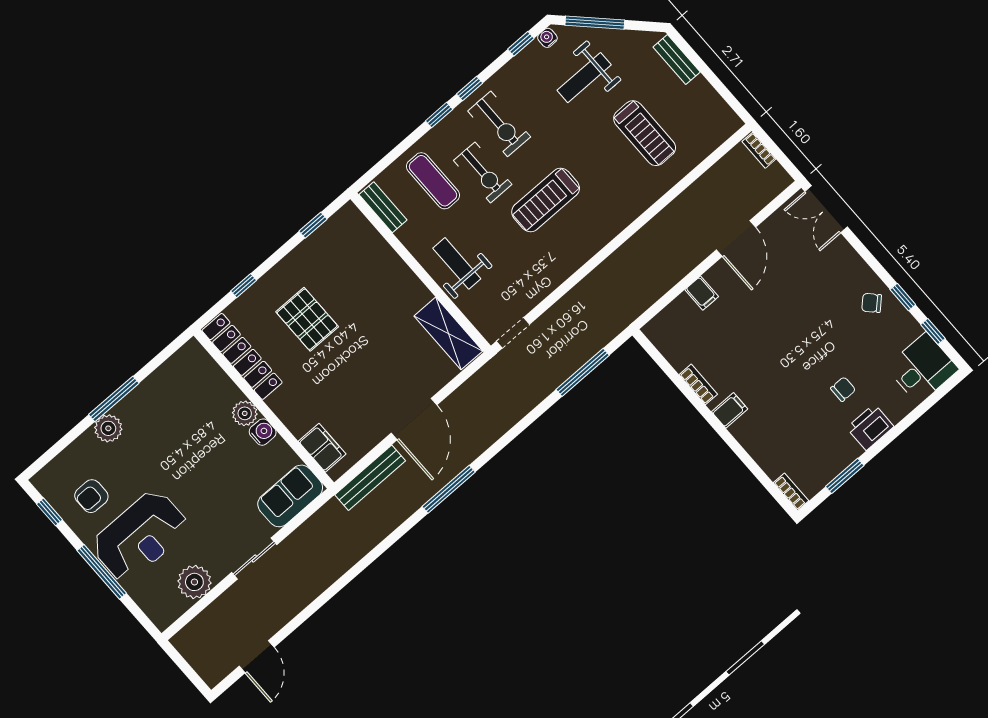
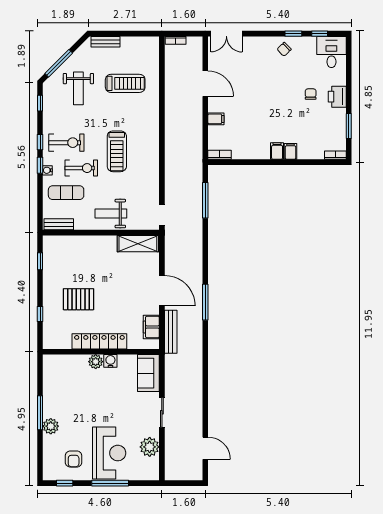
water cooler: (547, 38) -> (47, 170), moved
locker: (242, 356) -> (99, 341), moved
bookcase: (698, 384) -> (219, 155), moved
filing cabinet: (745, 428) -> (290, 151), added
filing cabinet: (322, 448) -> (151, 327), moved, turned -90

